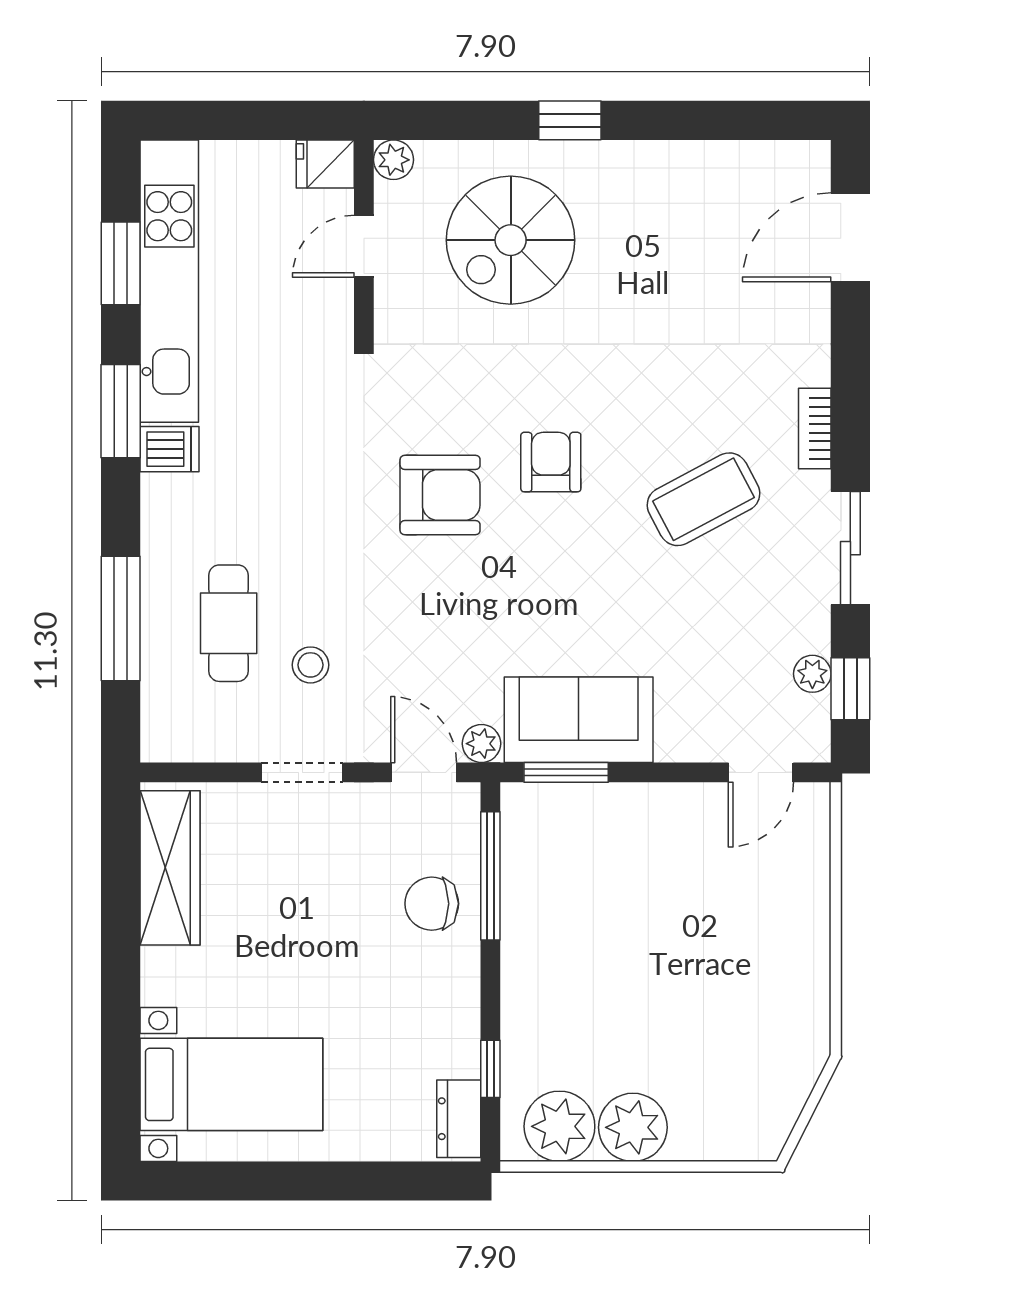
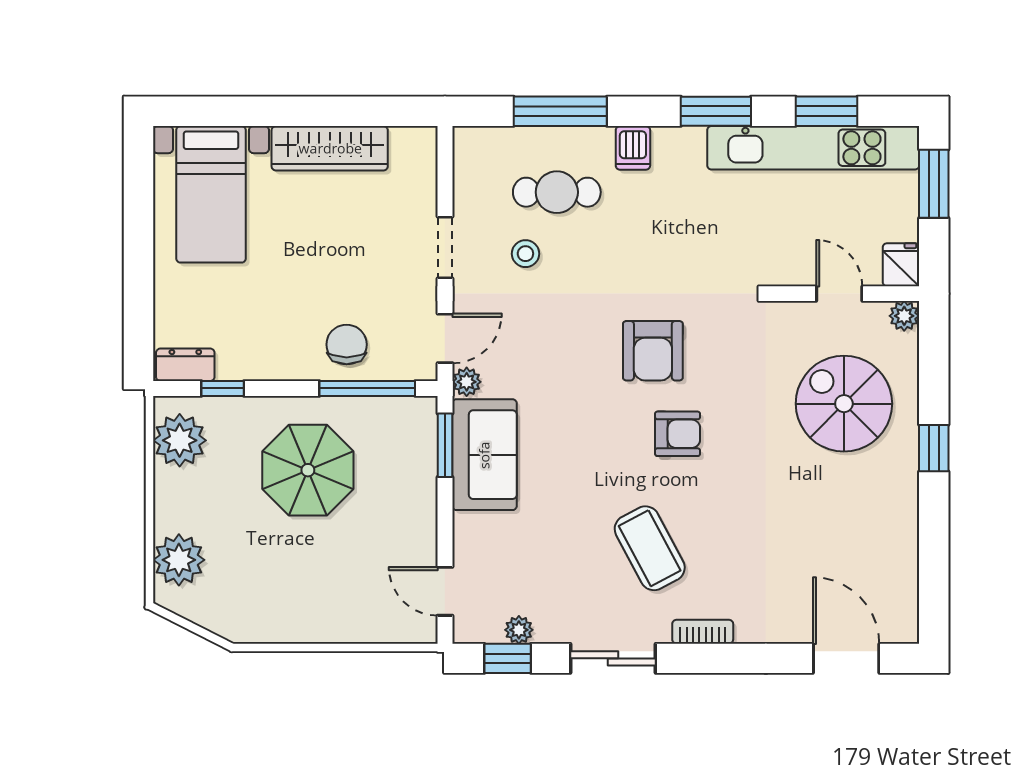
window: (217, 120) -> (934, 184), added
dishwasher: (169, 449) -> (633, 148), moved
wardrobe: (170, 868) -> (330, 148), moved
parasol: (599, 955) -> (308, 470), added
plant: (633, 1127) -> (179, 560), moved

